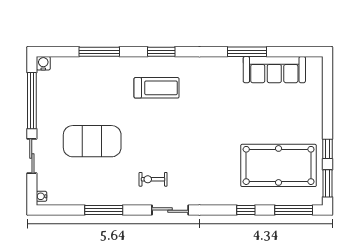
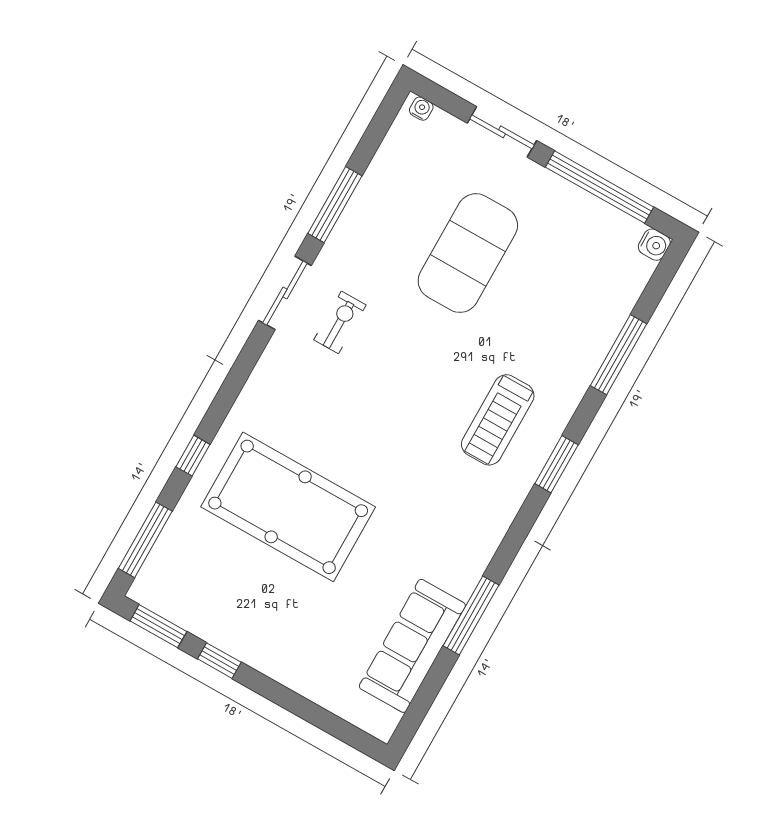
pool table: (279, 165) -> (288, 507), moved, turned 90
sliding door: (170, 210) -> (285, 293), moved

